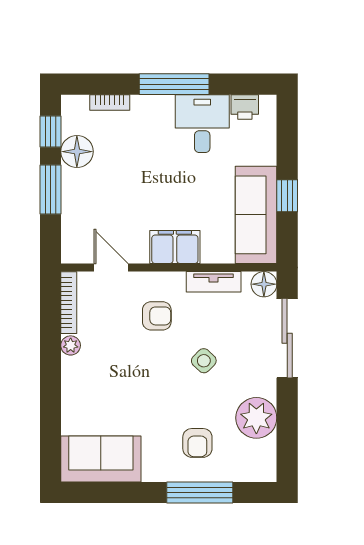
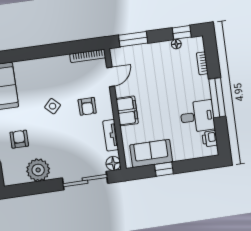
floor lamp: (77, 152) -> (176, 44), width x0.53, depth x0.53
window: (50, 189) -> (133, 39), moved
sofa: (256, 215) -> (151, 153), width x0.73
plant: (71, 345) -> (64, 60), removed
side table: (204, 361) -> (53, 106), moved
armchair: (197, 443) -> (19, 139), turned 90

